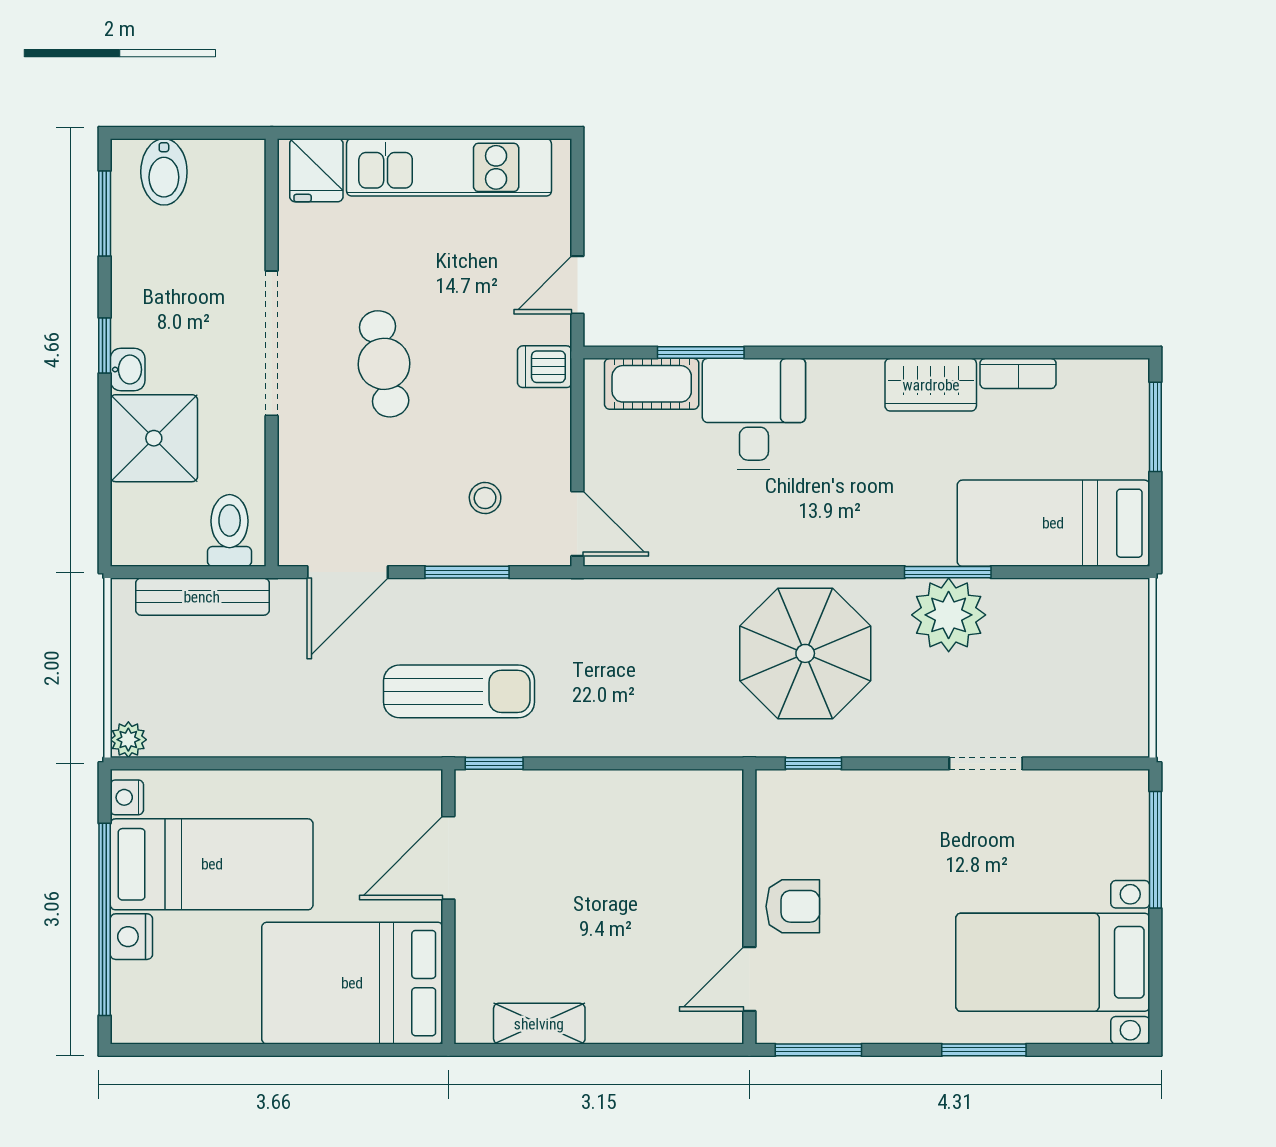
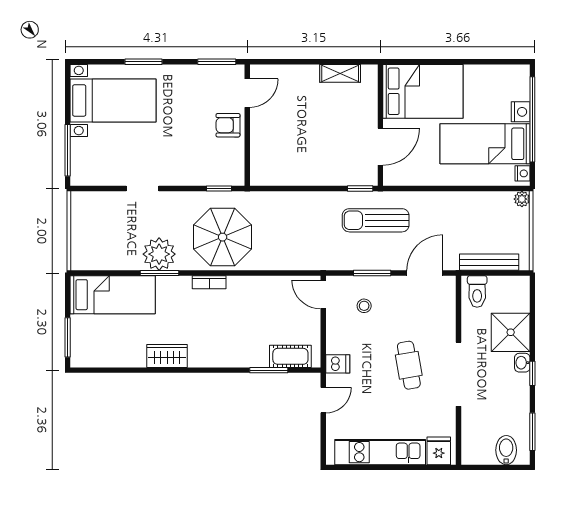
bookcase: (1018, 373) -> (209, 282), moved, turned 180
desk: (754, 414) -> (245, 343), removed

